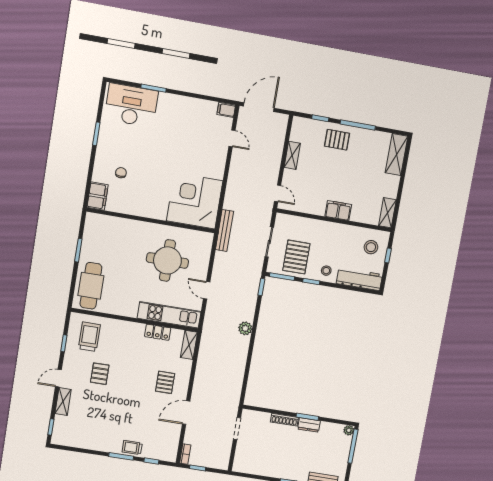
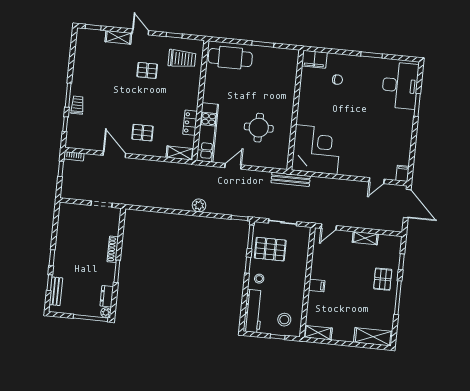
filing cabinet: (338, 210) -> (317, 286), width x0.50
round table: (167, 260) -> (259, 128), width x0.73, depth x0.73
dresser: (309, 425) -> (107, 296), moved

